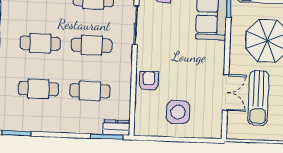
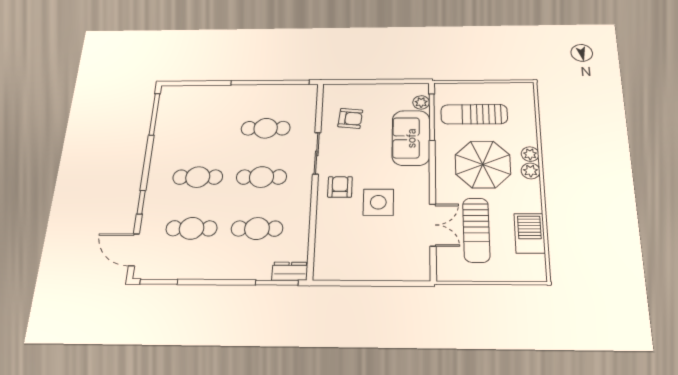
armchair: (149, 81) -> (340, 187), moved
side table: (178, 112) -> (378, 202), moved

